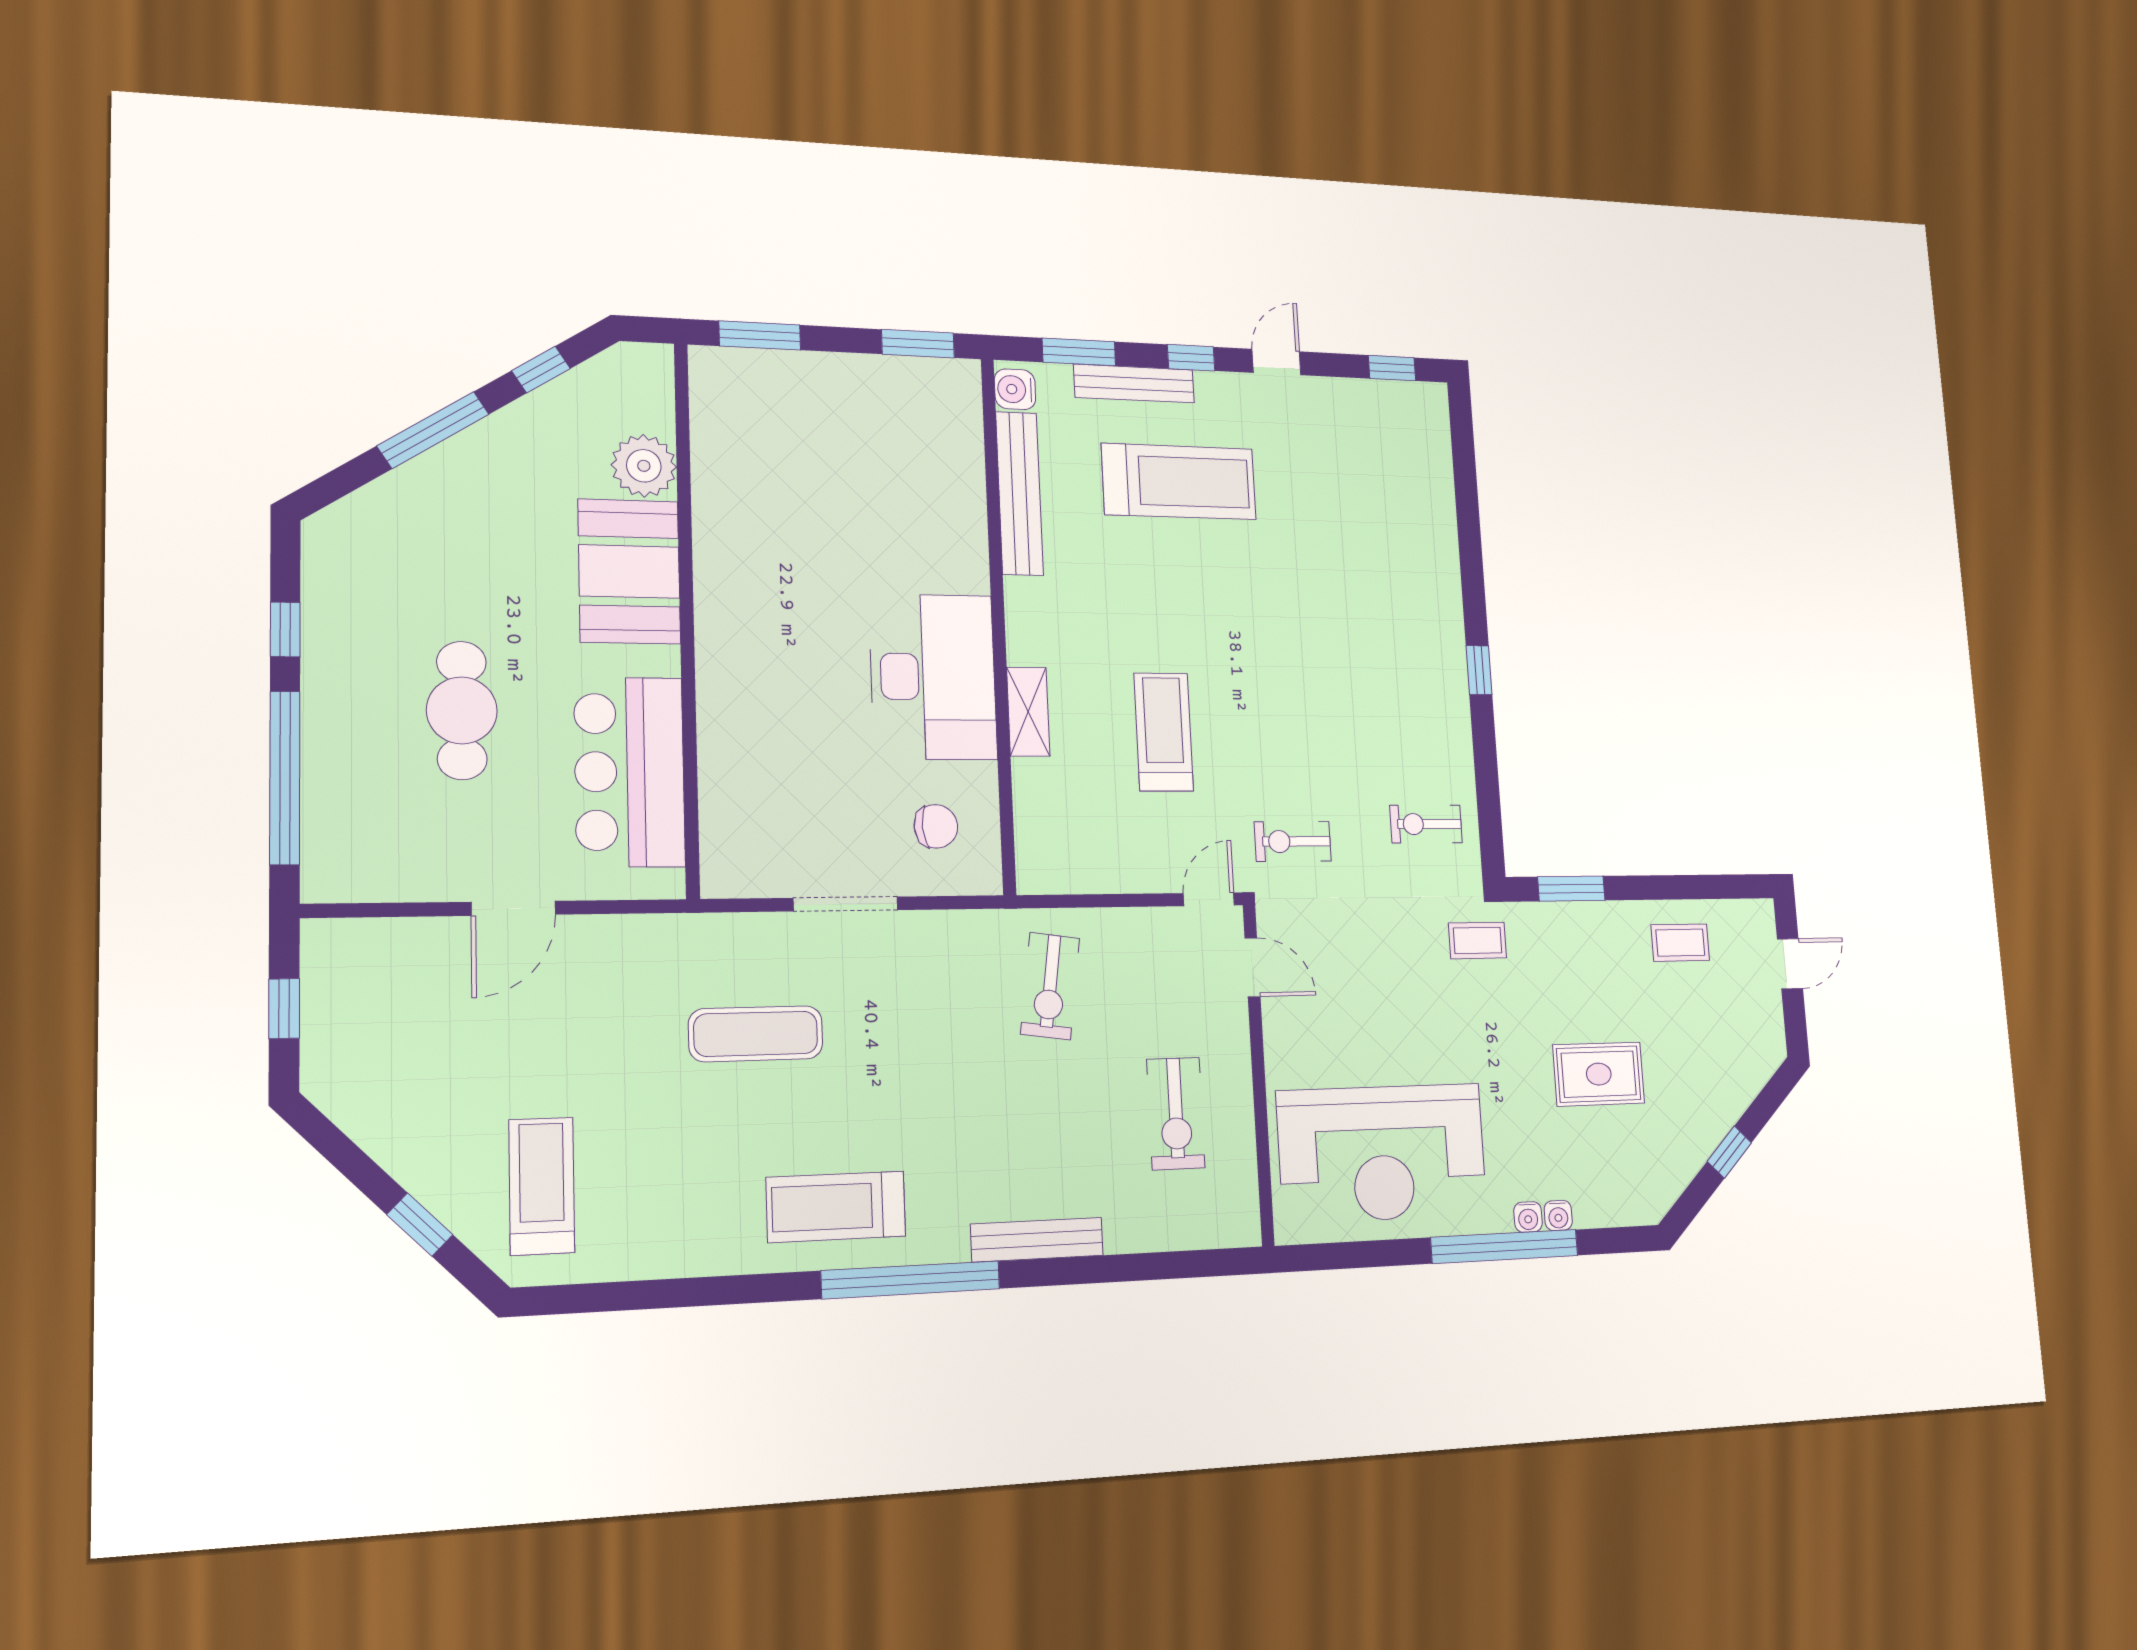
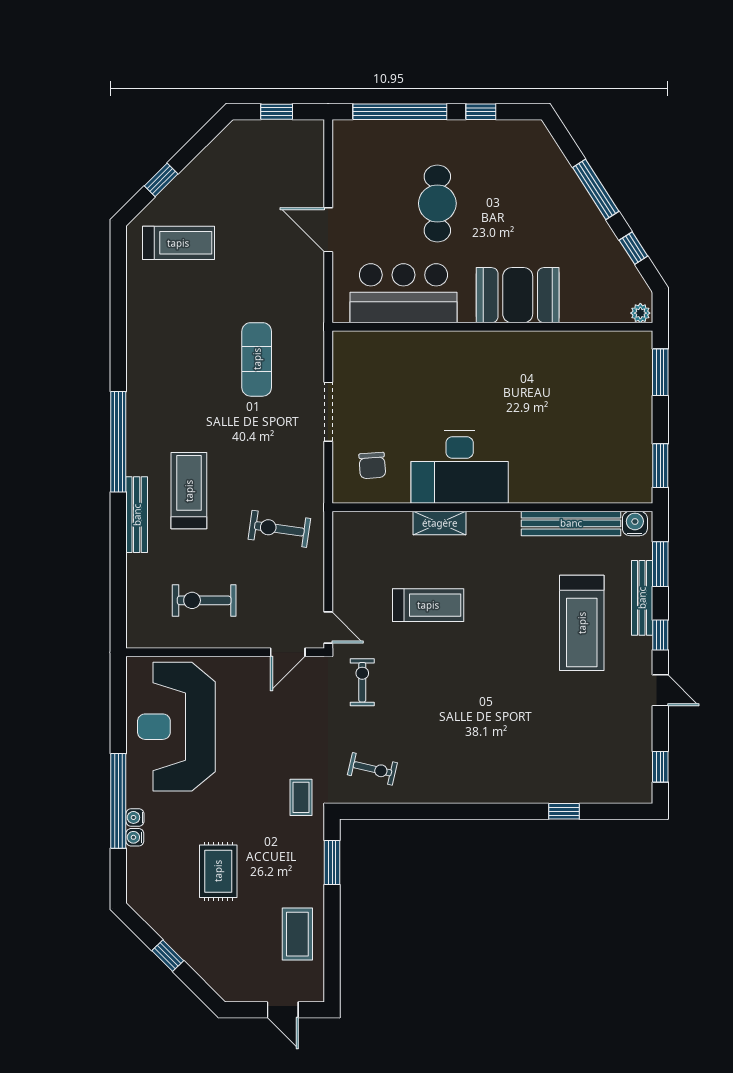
plant: (644, 466) -> (640, 313), moved, width x0.53, depth x0.53
window: (1479, 670) -> (564, 811), moved
cafe table: (462, 710) -> (437, 203), turned 90
exercise bike: (1426, 824) -> (372, 769), turned 103
coffee table: (1680, 943) -> (297, 934), width x1.36, depth x1.30
treadmill: (836, 1207) -> (189, 491), moved

